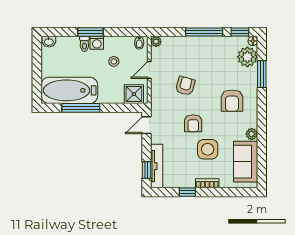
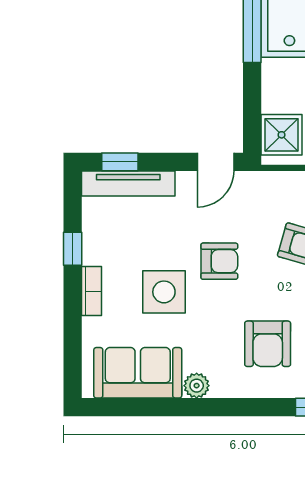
armchair: (232, 101) -> (268, 344), turned -90
armchair: (193, 123) -> (219, 261), turned 180
door: (147, 125) -> (216, 162), swing flipped

